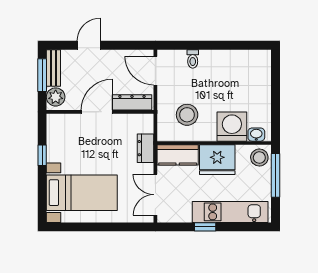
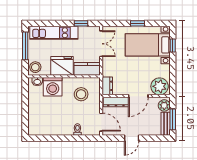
door: (89, 45) -> (132, 138), moved
plant: (63, 127) -> (160, 86), added
dresser: (146, 148) -> (107, 86), moved
window: (42, 155) -> (173, 46), moved
window: (276, 175) -> (25, 46), moved
window: (98, 227) -> (137, 23), added
window: (205, 227) -> (81, 23), moved

